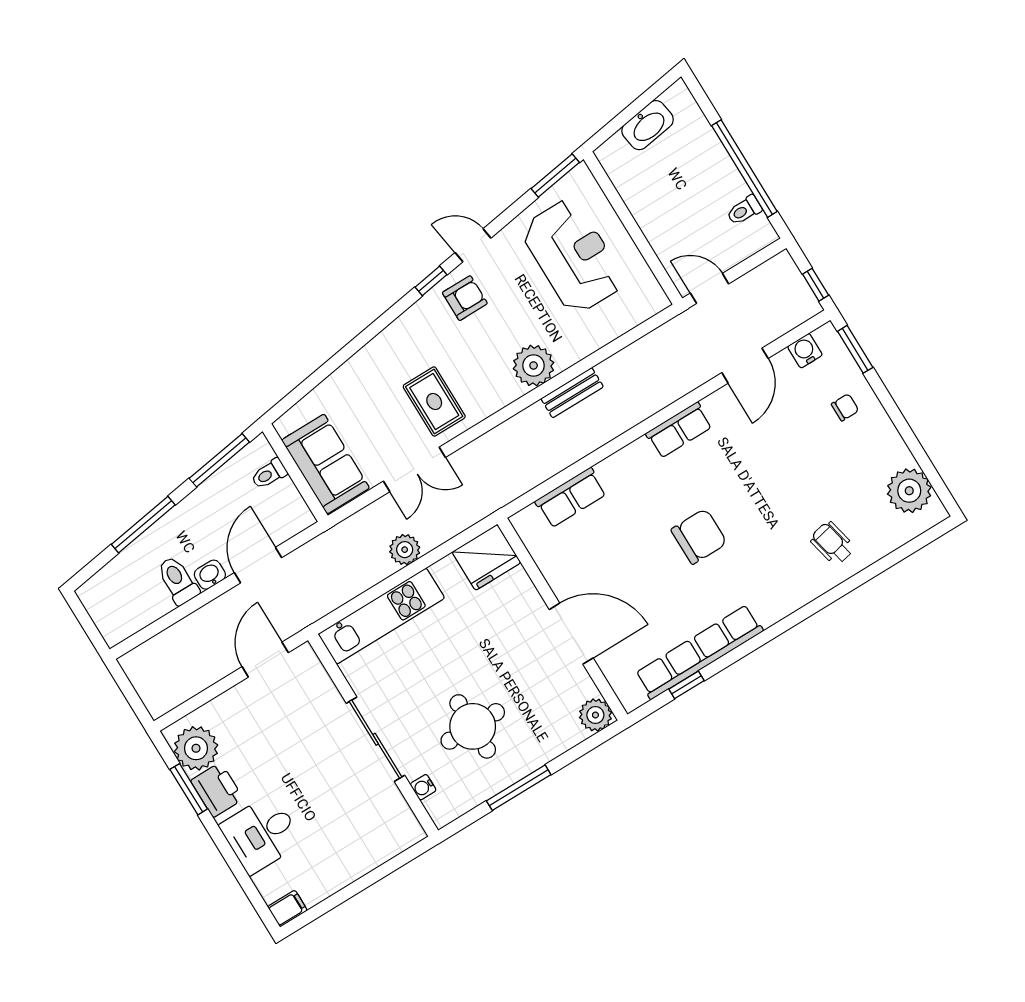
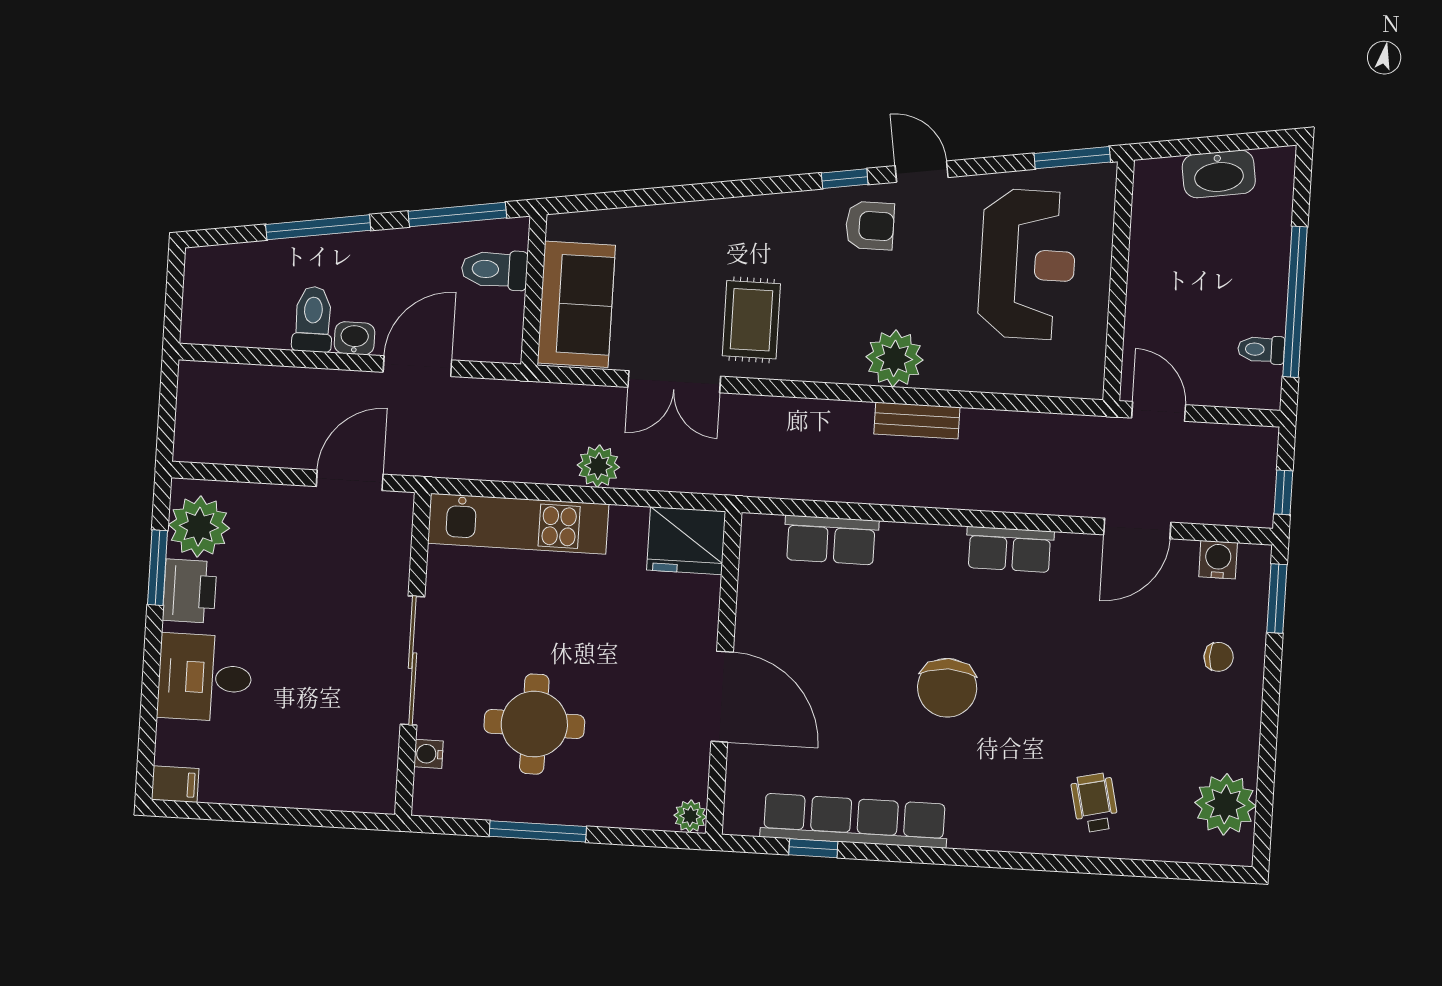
toilet: (269, 474) -> (494, 270), width x1.37, depth x1.39
chair: (699, 536) -> (947, 688), turned 90
plant: (595, 715) -> (690, 816), width x0.73, depth x0.73

